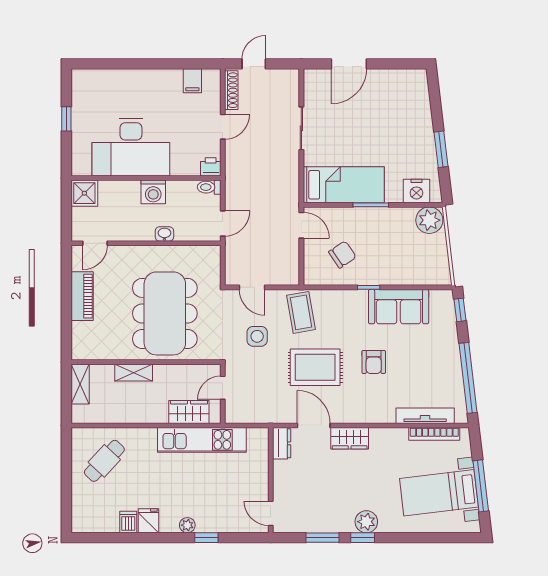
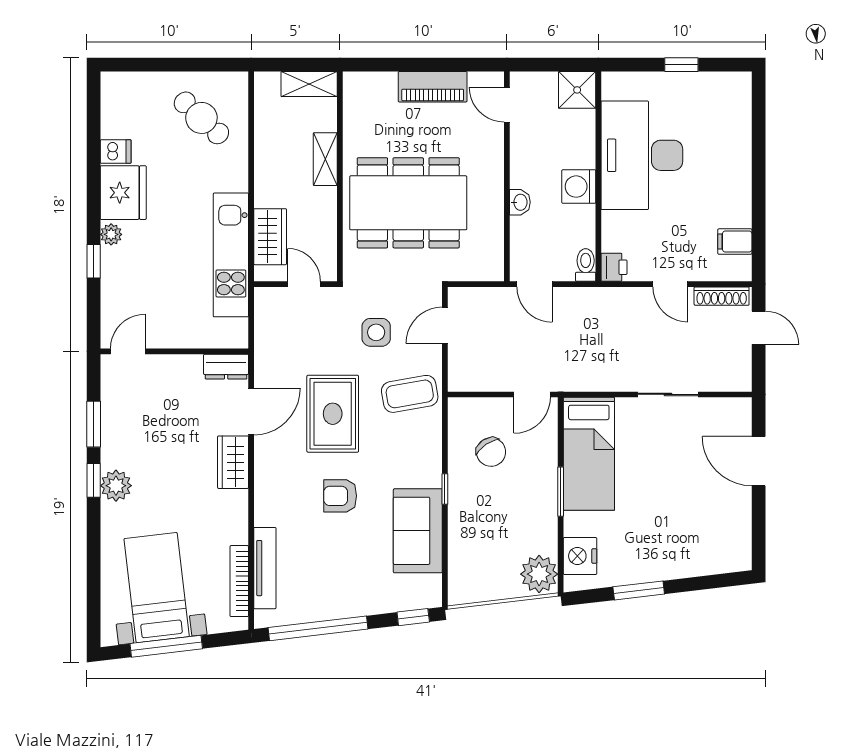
fridge: (148, 521) -> (123, 193), width x1.88, depth x1.34

